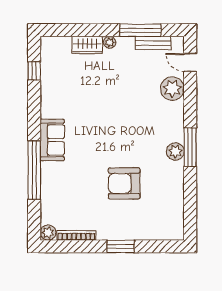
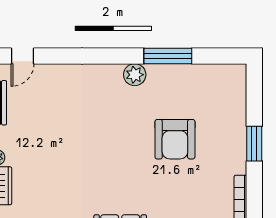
plant: (172, 89) -> (55, 78), removed
window: (190, 147) -> (168, 56), moved

